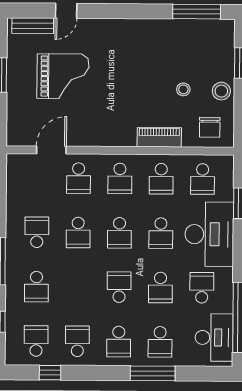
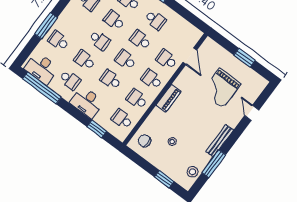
window: (197, 12) -> (214, 164), moved
bench: (33, 26) -> (220, 141), moved, width x1.36
stool: (221, 91) -> (192, 172), moved
piano: (159, 137) -> (169, 98), moved
desk: (209, 234) -> (87, 102), width x0.73, depth x0.77
school desk: (119, 342) -> (114, 20), moved

